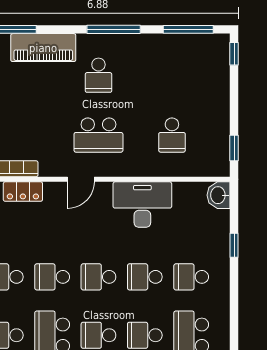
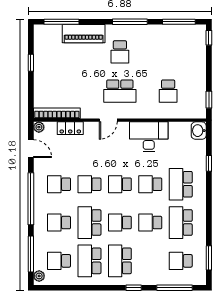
school desk: (191, 277) -> (181, 184), width x1.85

